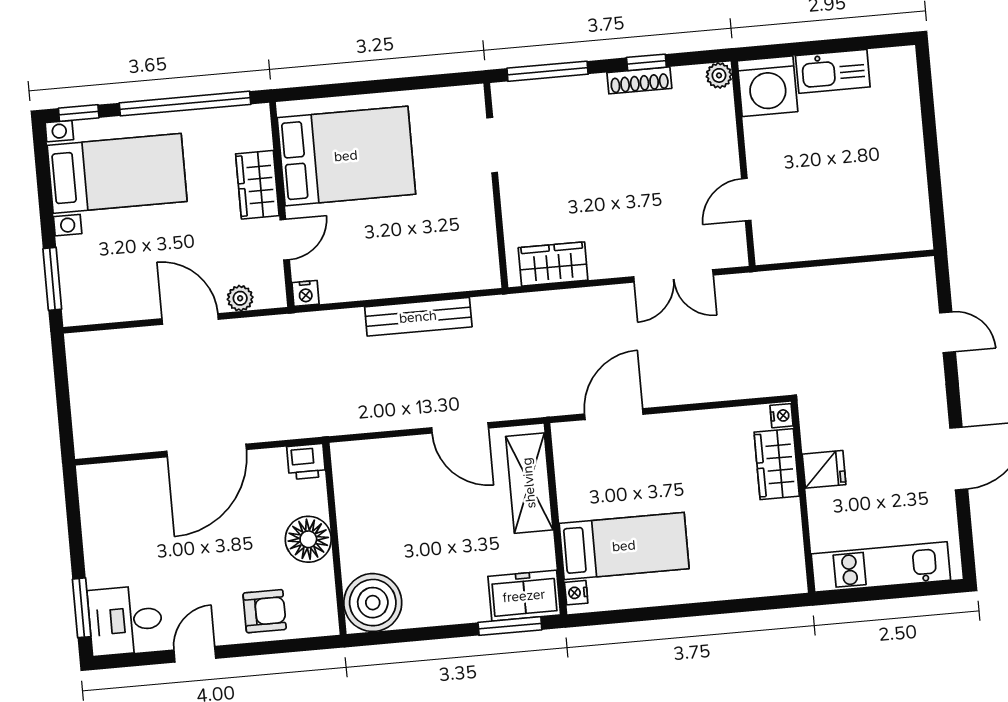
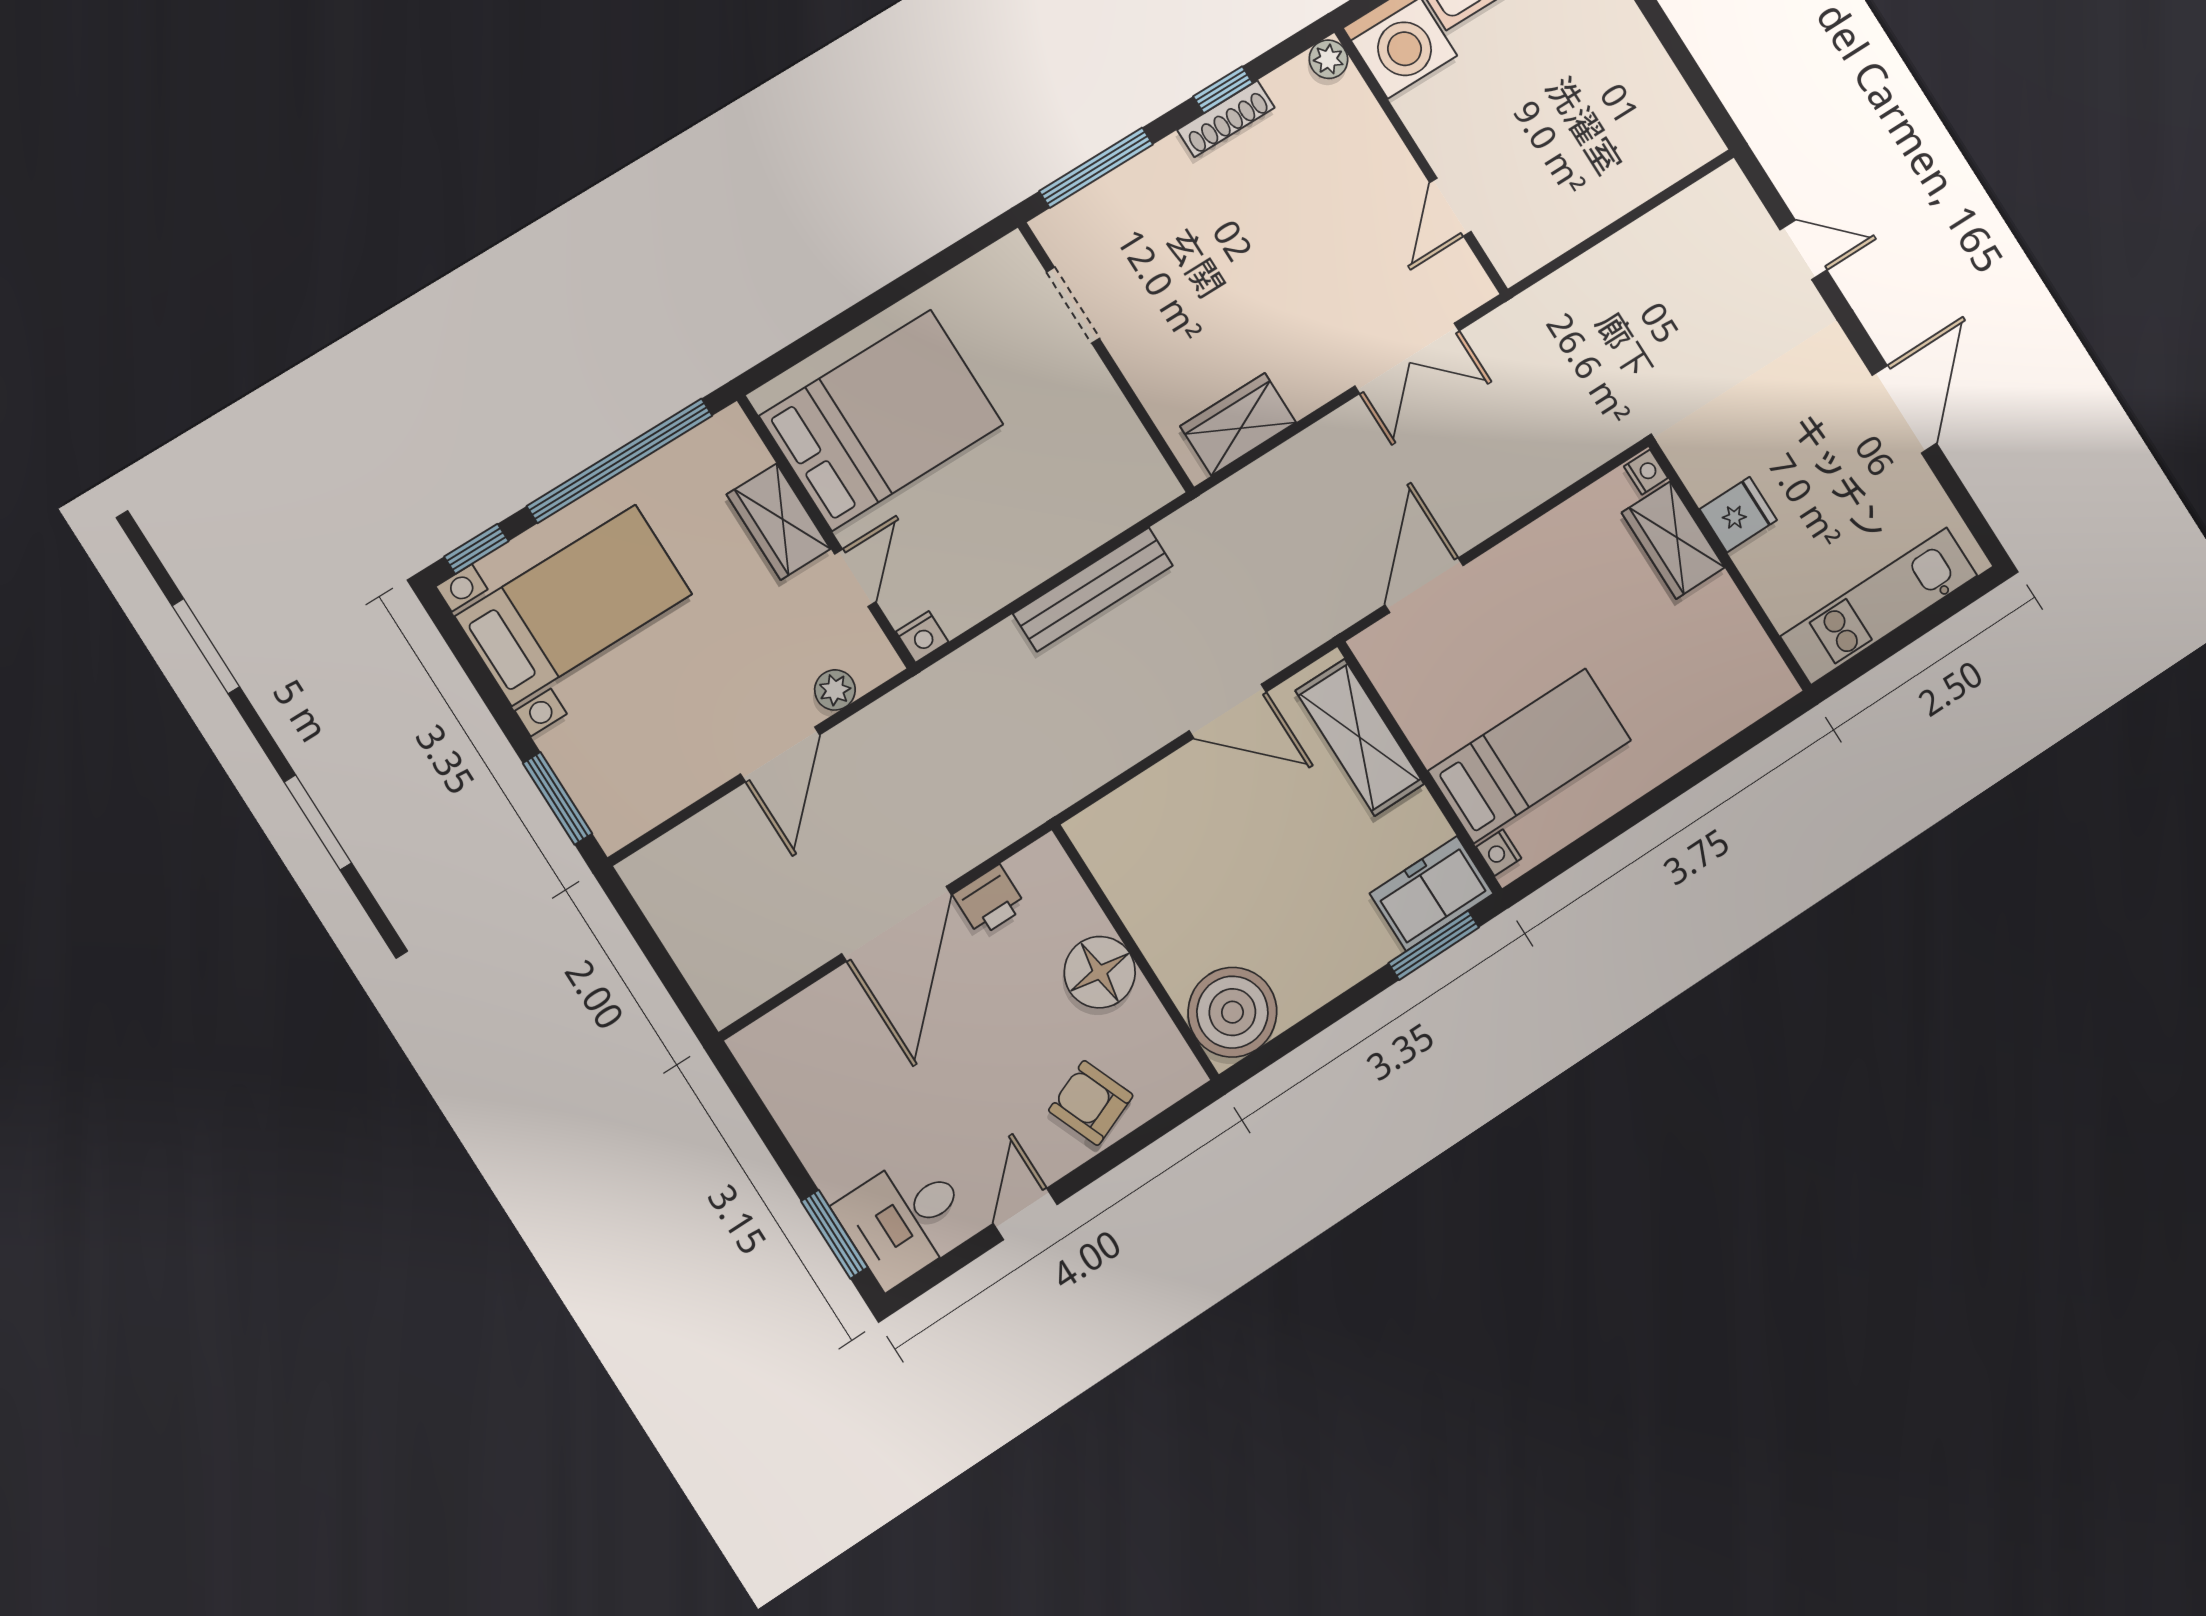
door: (190, 319) -> (780, 754), swing flipped
printer: (306, 462) -> (990, 901), moved
armchair: (265, 611) -> (1091, 1103), turned -112

